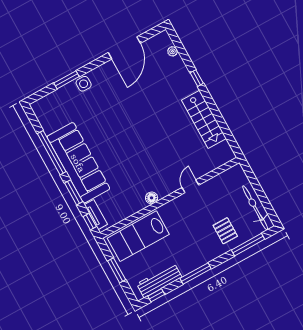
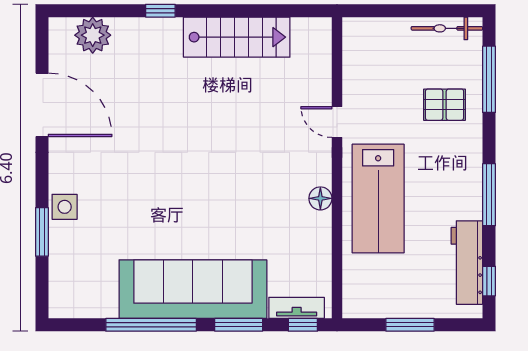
plant: (172, 51) -> (93, 35), width x1.88, depth x1.88
bicycle: (255, 208) -> (447, 28), width x0.73, depth x0.71
lab bench: (138, 236) -> (378, 199), moved

